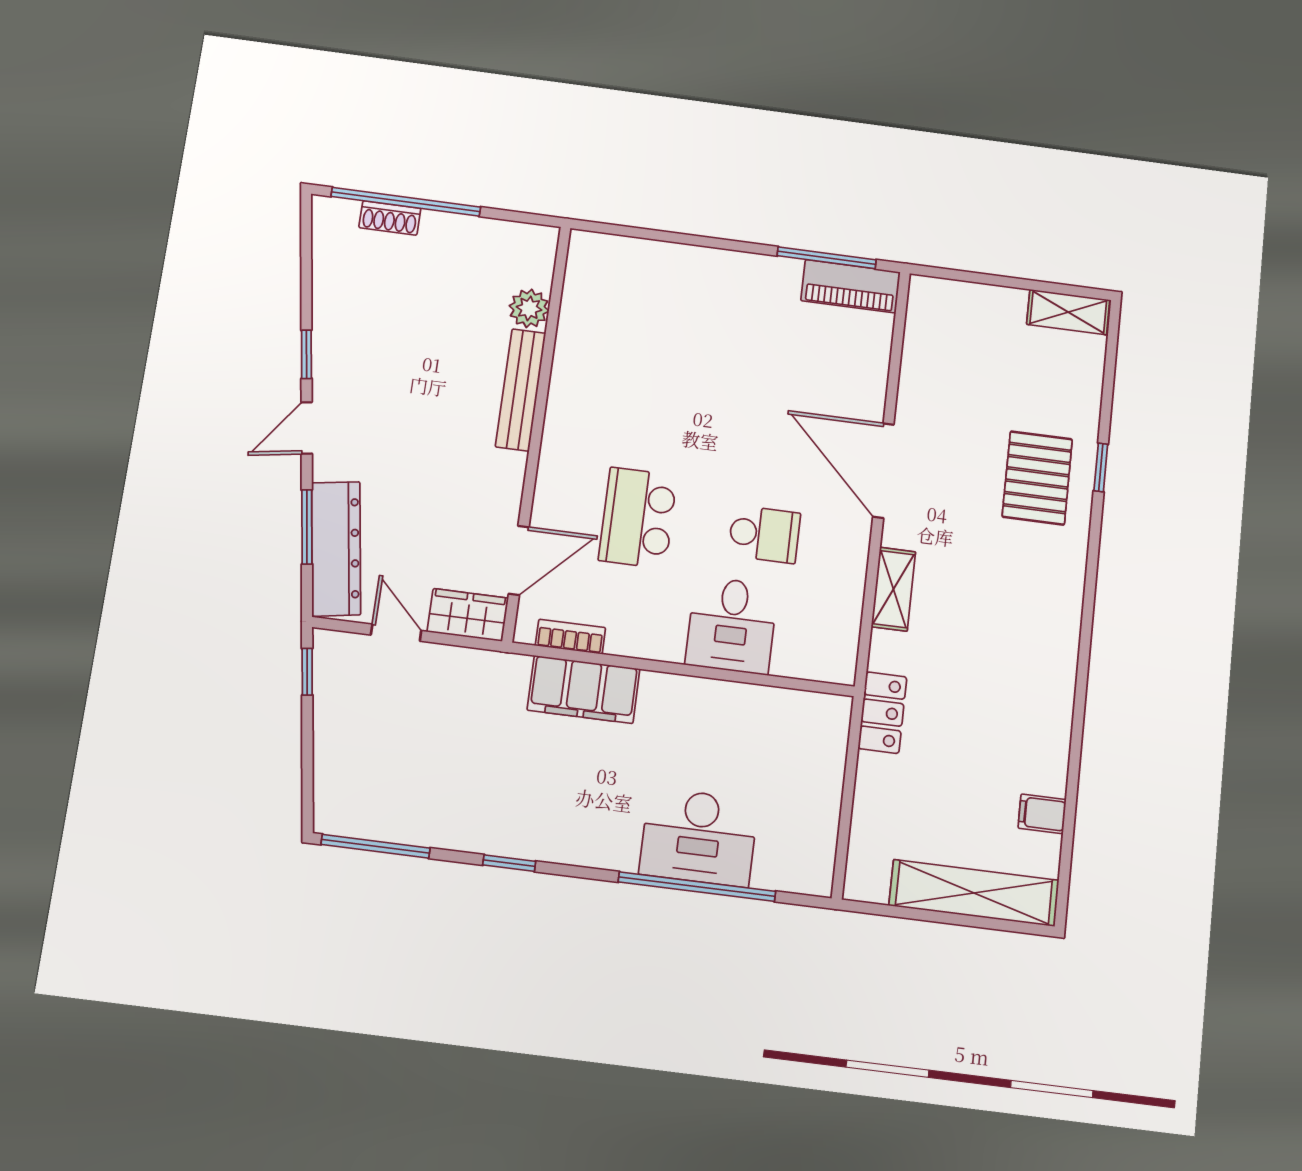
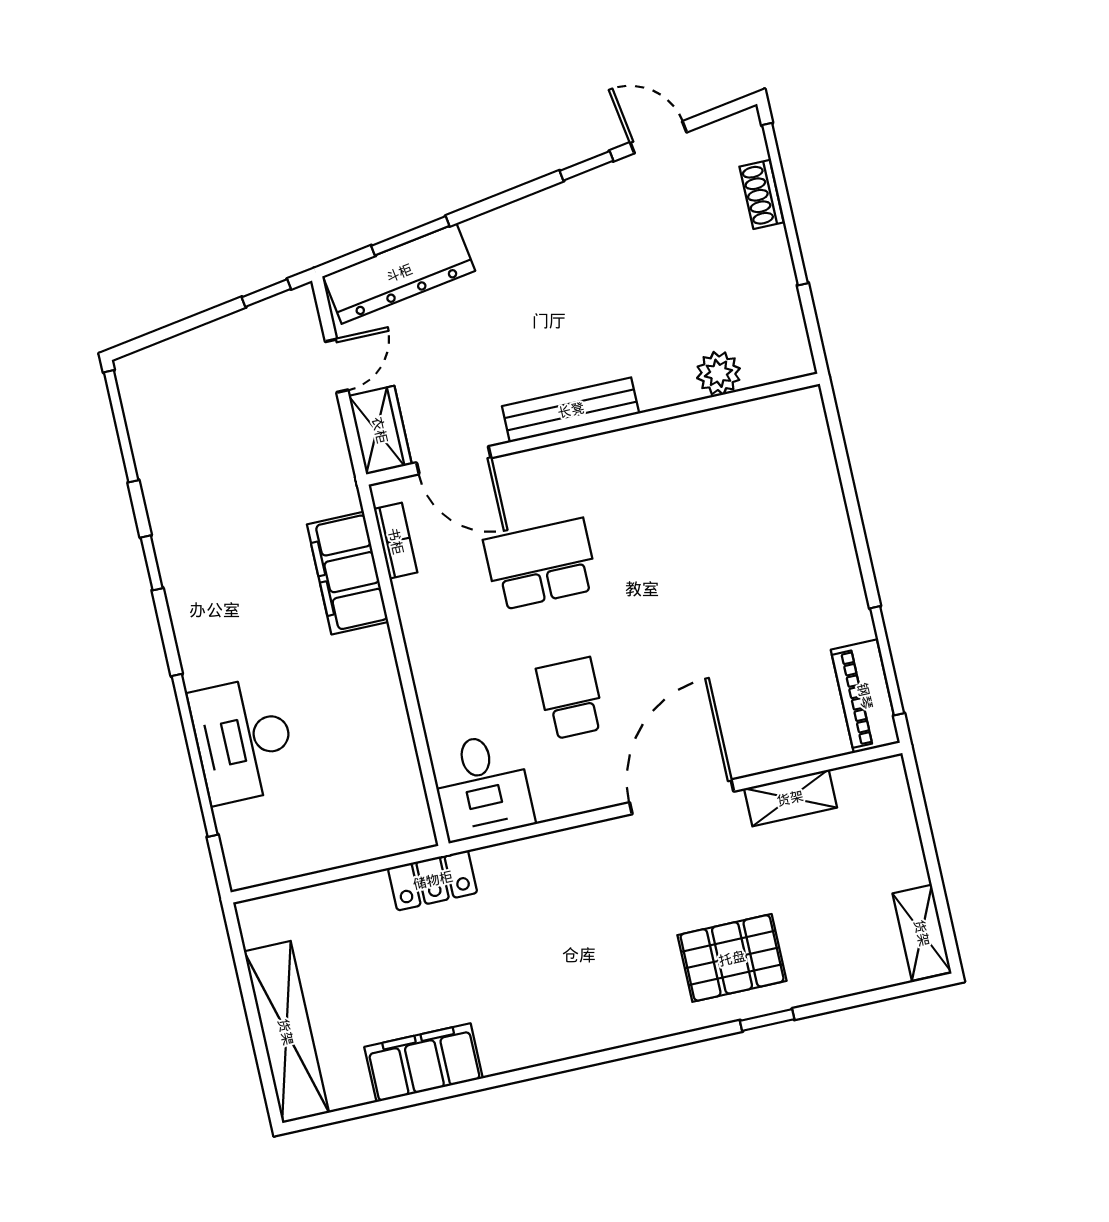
bench: (521, 390) -> (571, 410), moved
door: (307, 428) -> (658, 137), moved
school desk: (764, 534) -> (571, 698), turned 180
shelving: (893, 589) -> (790, 798), moved
desk: (732, 625) -> (482, 787), moved, turned -90
filing cabinet: (1042, 814) -> (424, 1063), width x3.00, depth x1.17

